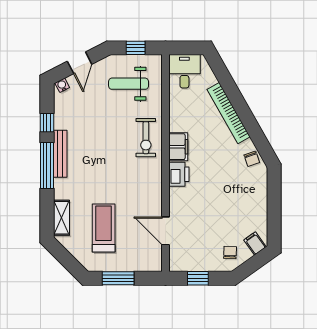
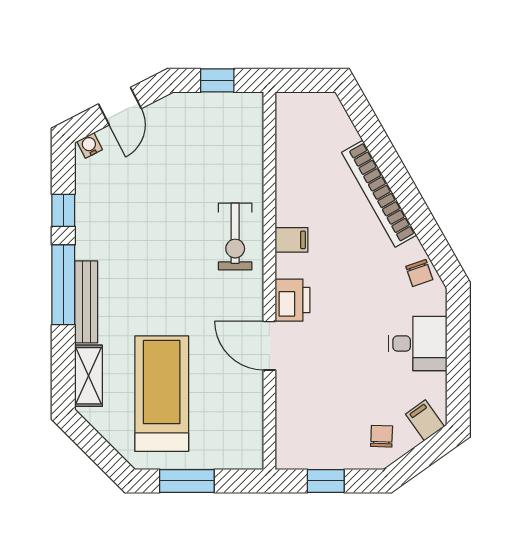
desk: (184, 71) -> (417, 344), moved, turned 90
weight bench: (129, 84) -> (205, 143), removed
filing cabinet: (178, 147) -> (291, 240), width x0.50
bench: (60, 154) -> (86, 302), moved
treadmill: (104, 228) -> (162, 394), width x1.37, depth x1.38
door: (165, 231) -> (269, 346), moved

